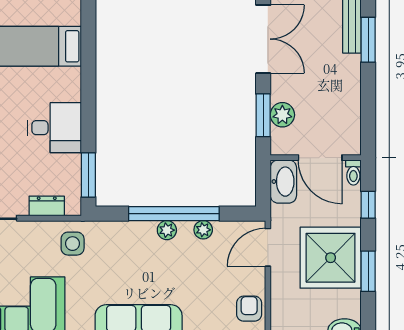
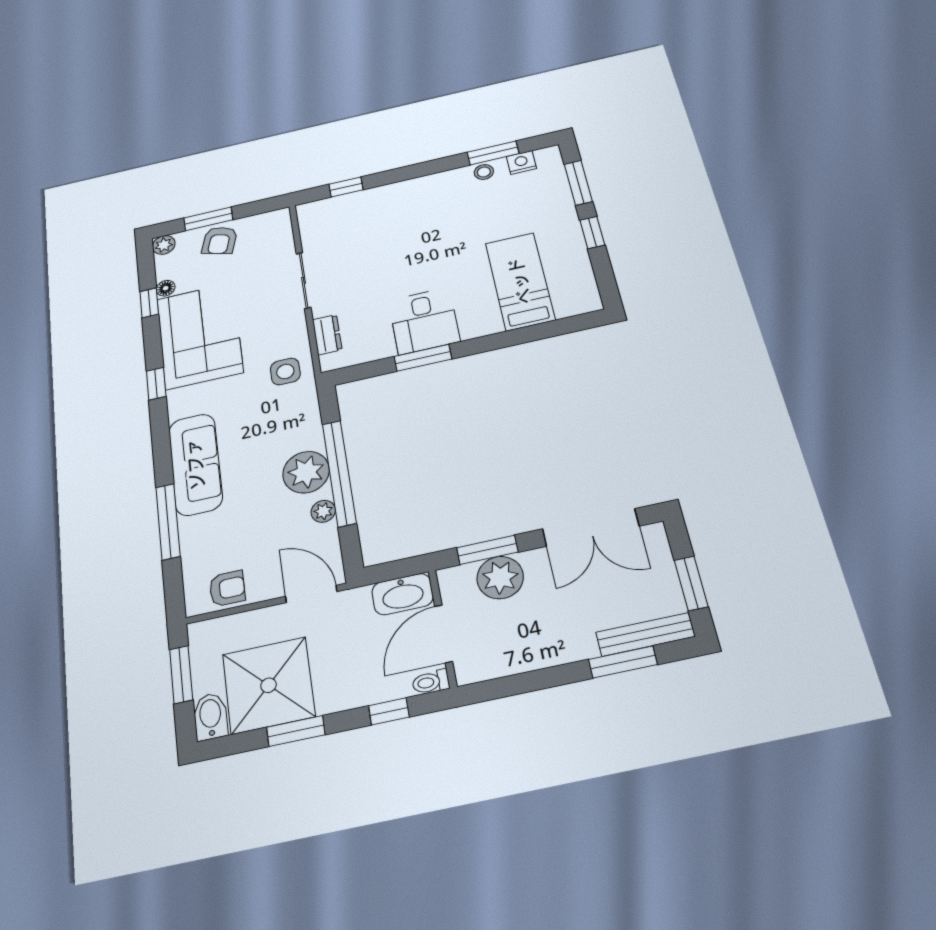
plant: (282, 115) -> (500, 578), width x1.36, depth x1.36
window: (88, 175) -> (423, 358), moved
plant: (167, 230) -> (306, 472), width x1.88, depth x1.88
shower: (331, 258) -> (269, 685), moved

